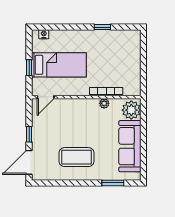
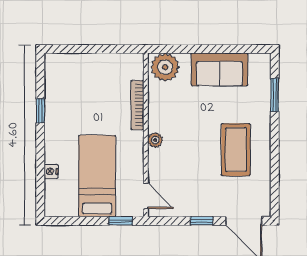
nightstand: (44, 34) -> (51, 171), moved
window: (29, 68) -> (121, 221), moved
plant: (104, 103) -> (155, 140), moved
sofa: (130, 146) -> (219, 69), width x0.73

